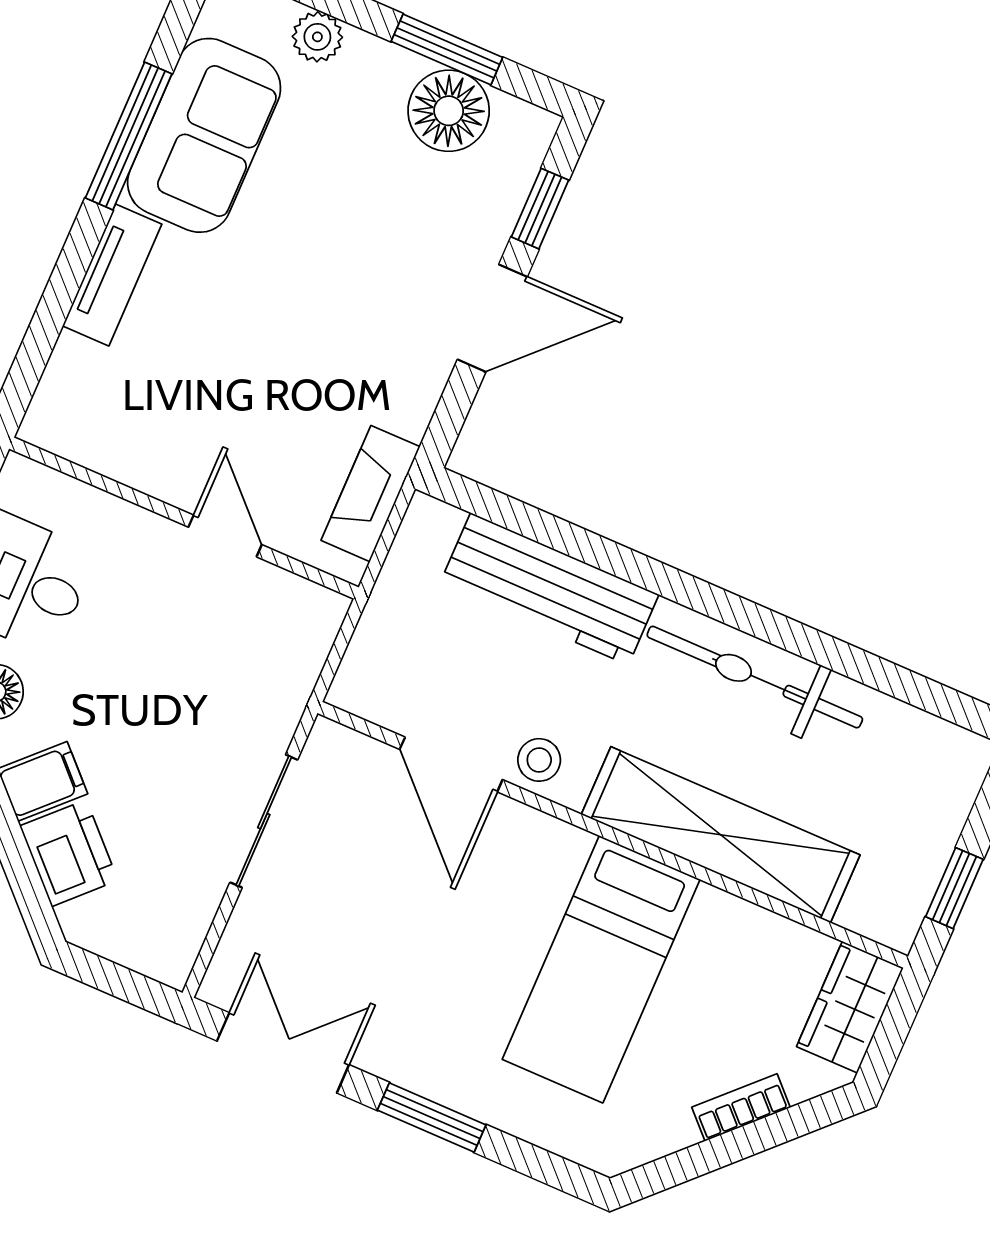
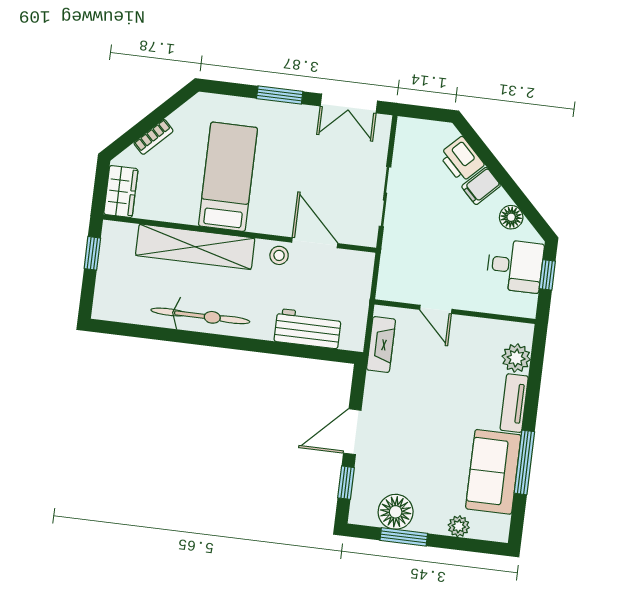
plant: (78, 374) -> (516, 358), added
workbench: (549, 589) -> (308, 329), width x0.73

